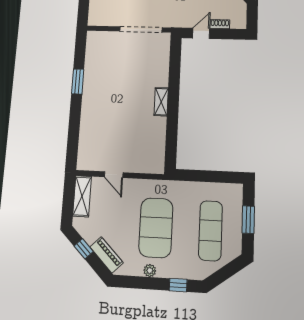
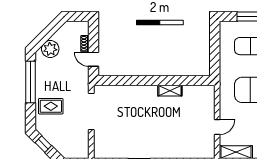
shelving: (161, 102) -> (170, 91), moved

